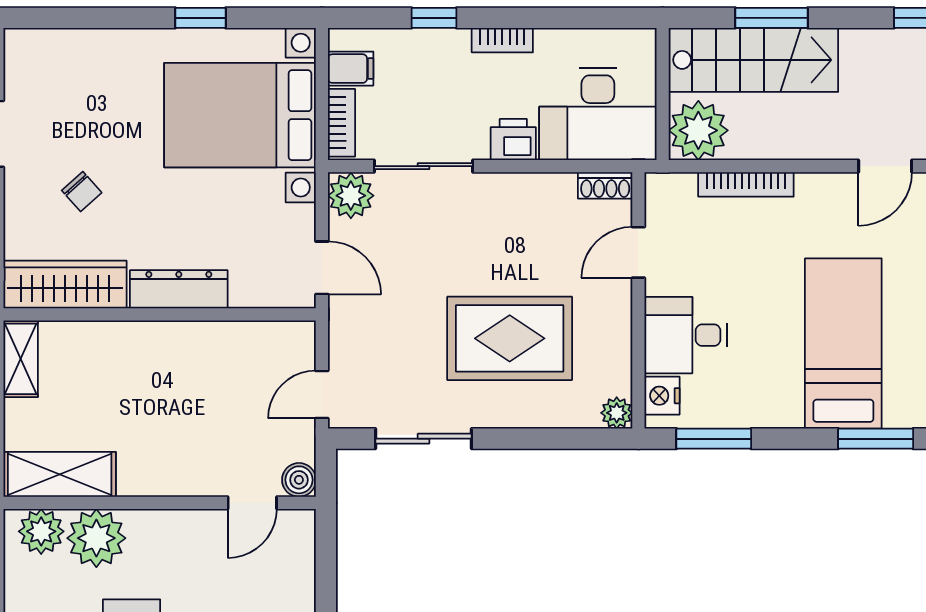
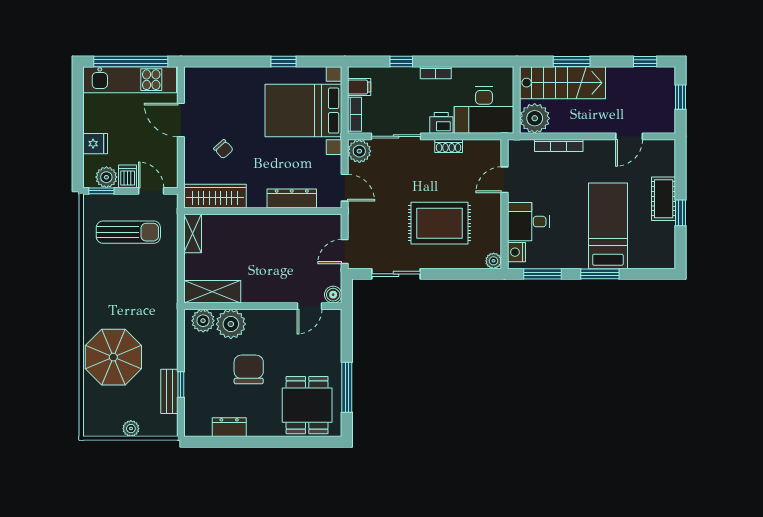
shoe rack: (605, 185) -> (449, 146), moved
dresser: (179, 289) -> (292, 198), moved
window: (876, 439) -> (600, 274), moved

